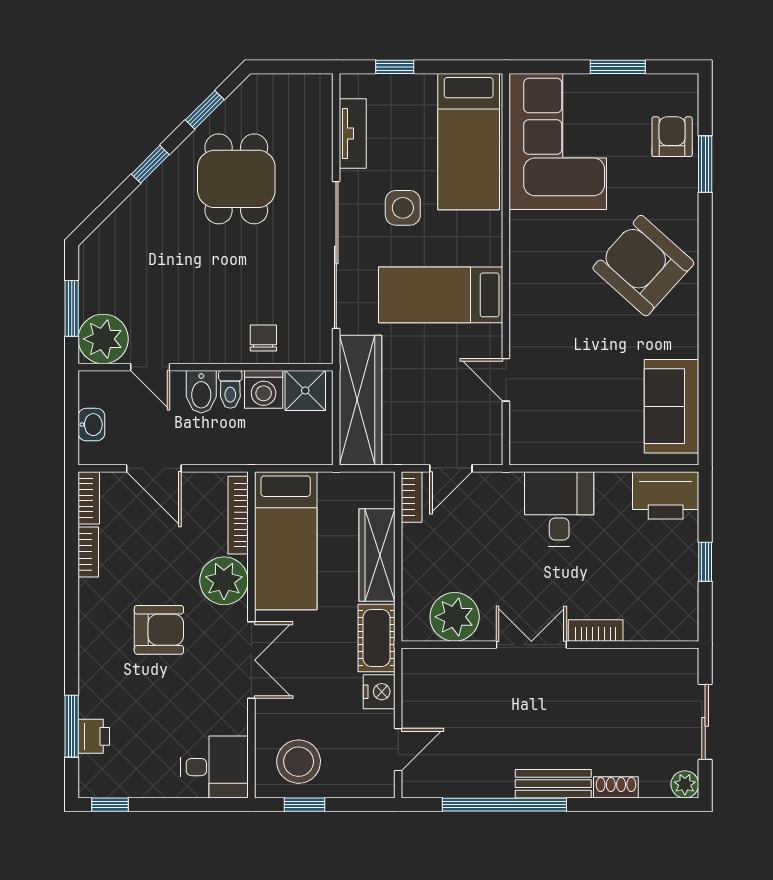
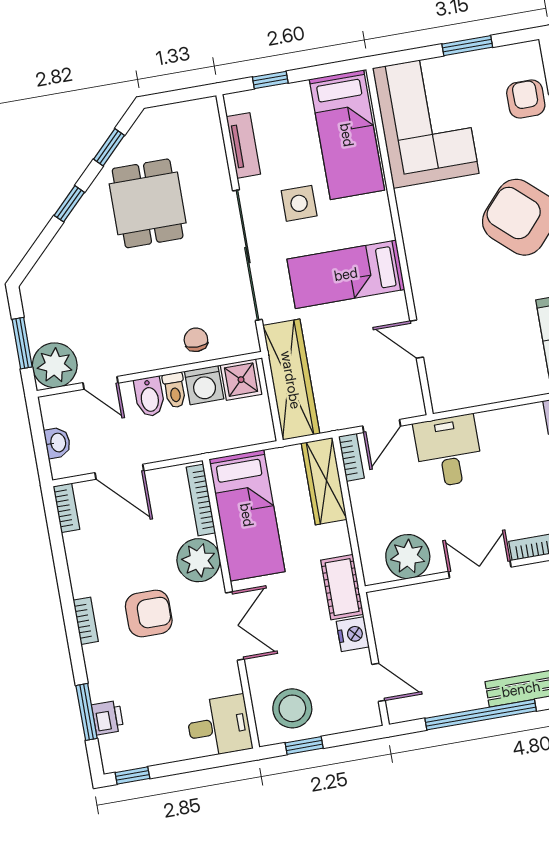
desk: (559, 509) -> (448, 451), moved
bookcase: (88, 552) -> (86, 621), moved
wardrobe: (377, 555) -> (324, 481), moved
door: (398, 750) -> (378, 682), hinge flipped

